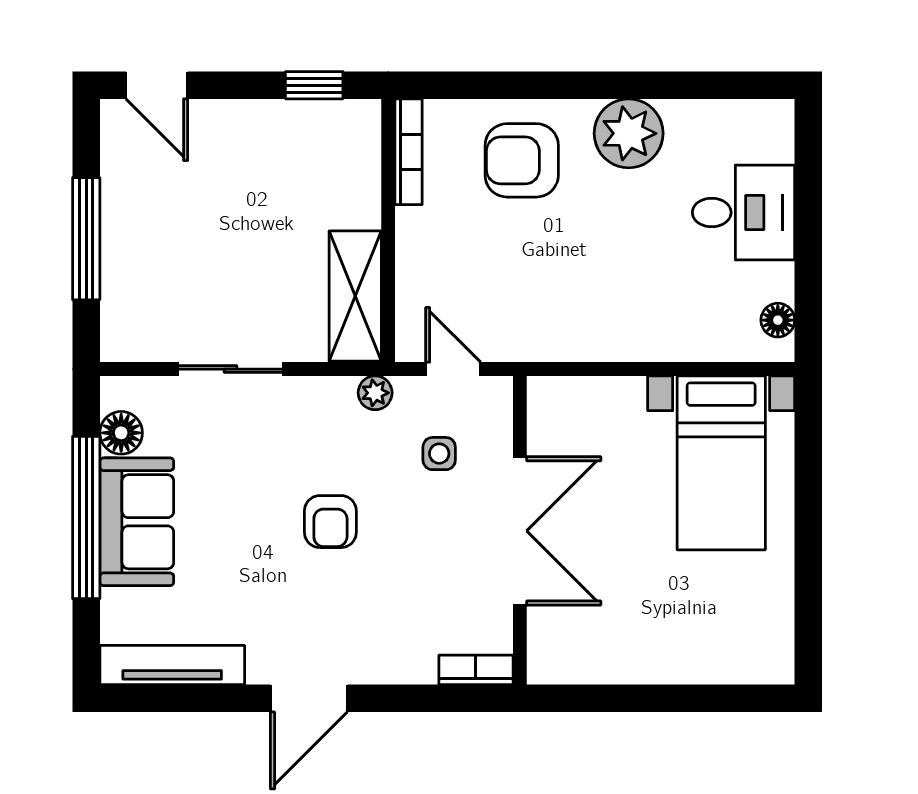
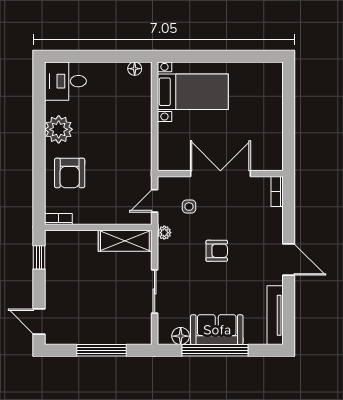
door: (157, 85) -> (39, 322), swing flipped
bookcase: (409, 152) -> (58, 219), width x0.64
desk: (743, 212) -> (65, 81), moved, turned -90

